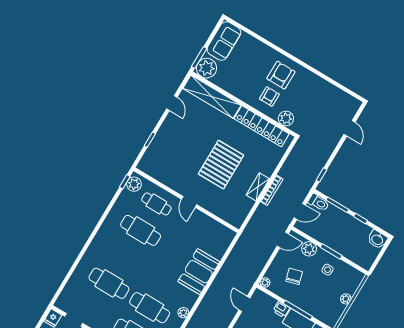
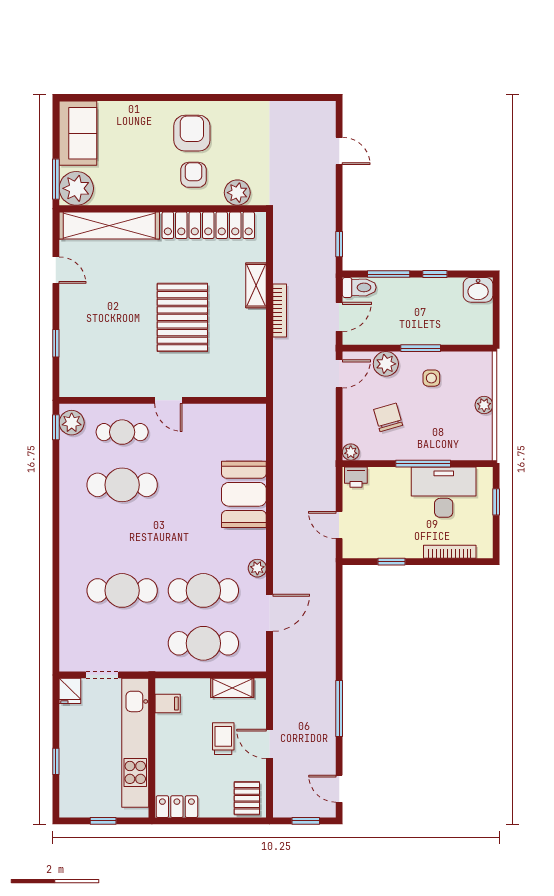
shelving: (258, 187) -> (256, 285), moved
door: (244, 304) -> (339, 525), moved
printer: (281, 309) -> (356, 477), moved

